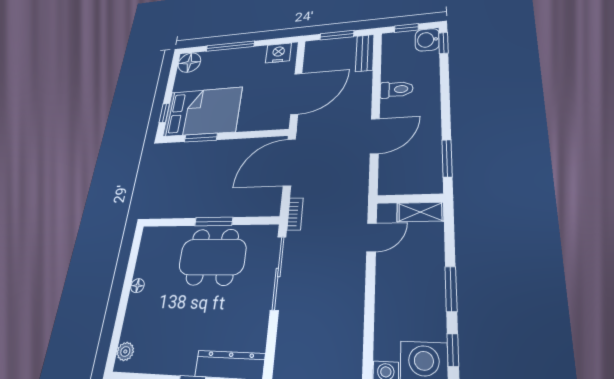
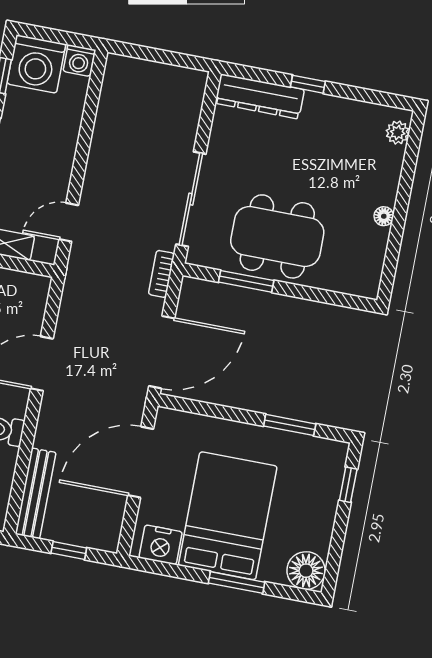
window: (337, 35) -> (69, 551), width x0.67
window: (230, 46) -> (237, 583), width x0.69
bench: (365, 53) -> (36, 493), width x1.36
bed: (203, 112) -> (228, 516), moved, turned 90
window: (214, 221) -> (246, 281), moved

